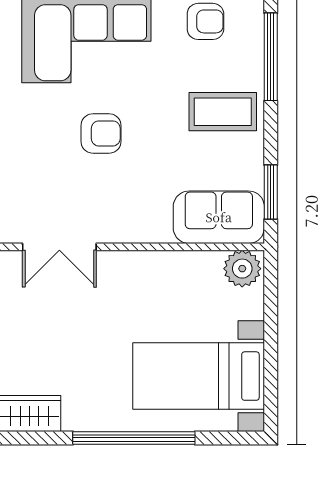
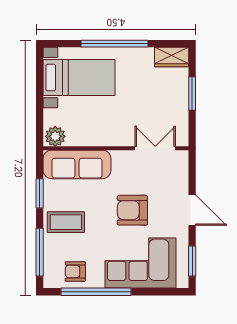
armchair: (101, 133) -> (132, 210), width x1.38, depth x1.38
window: (271, 192) -> (40, 193), moved
sofa: (219, 217) -> (77, 164), width x1.36

